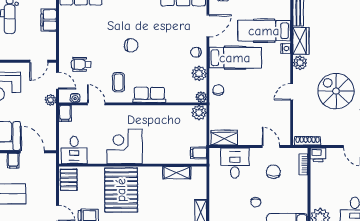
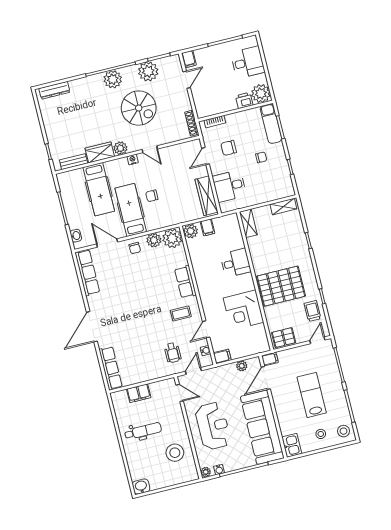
chair: (131, 45) -> (143, 310), removed
nightstand: (286, 49) -> (133, 159), moved
chair: (218, 90) -> (152, 196), moved
spiral stairs: (336, 91) -> (139, 108), turned -90
plant: (201, 97) -> (172, 238), width x1.88, depth x1.88
plant: (51, 100) -> (242, 366), moved
wardrobe: (224, 138) -> (207, 196), width x1.50
corner desk: (125, 146) -> (243, 310), moved
desk: (74, 150) -> (236, 263), moved
filing cabinet: (199, 153) -> (208, 227), moved
printer: (318, 155) -> (244, 100), moved, turned -90
filing cabinet: (13, 161) -> (270, 359), moved
shelving: (177, 173) -> (248, 223), moved

